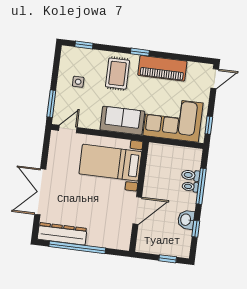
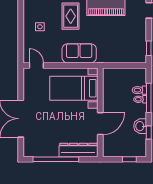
window: (51, 104) -> (21, 47), removed
corner sofa: (173, 119) -> (120, 47), removed
door: (68, 129) -> (36, 66), hinge flipped
dresser: (62, 234) -> (78, 150), moved

